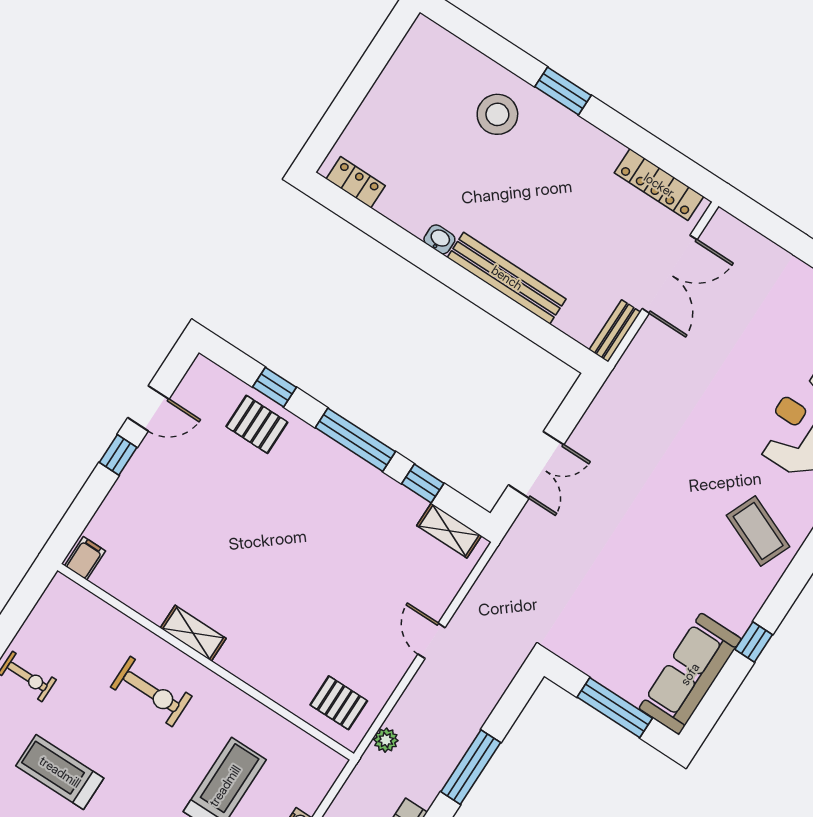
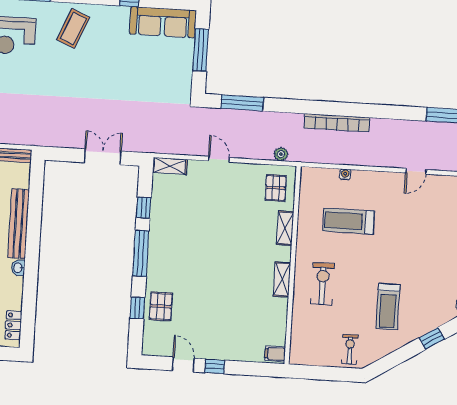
shelving: (449, 531) -> (170, 166), moved, turned 90
door: (432, 641) -> (219, 159), swing flipped
shelving: (269, 683) -> (285, 228), added
window: (471, 767) -> (242, 103), moved

